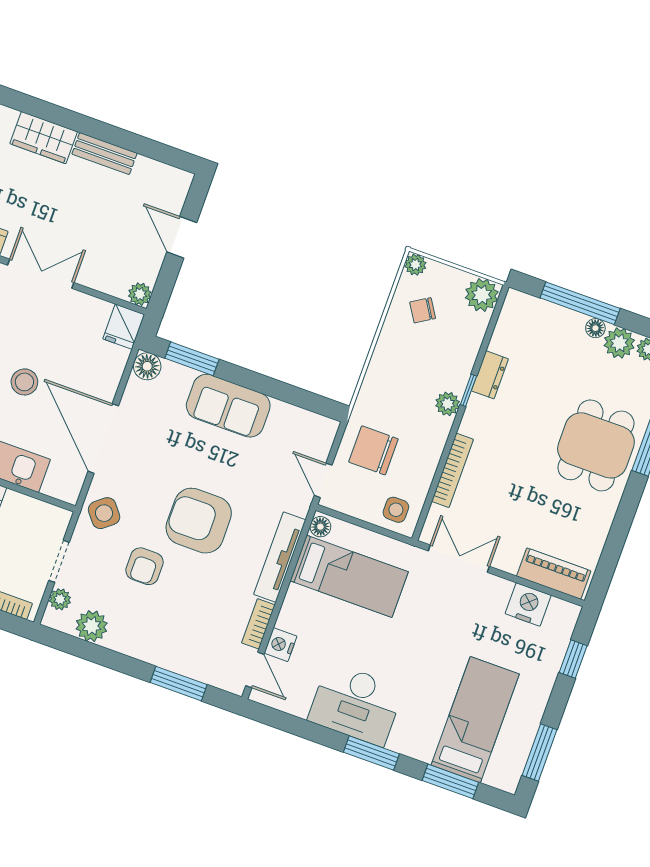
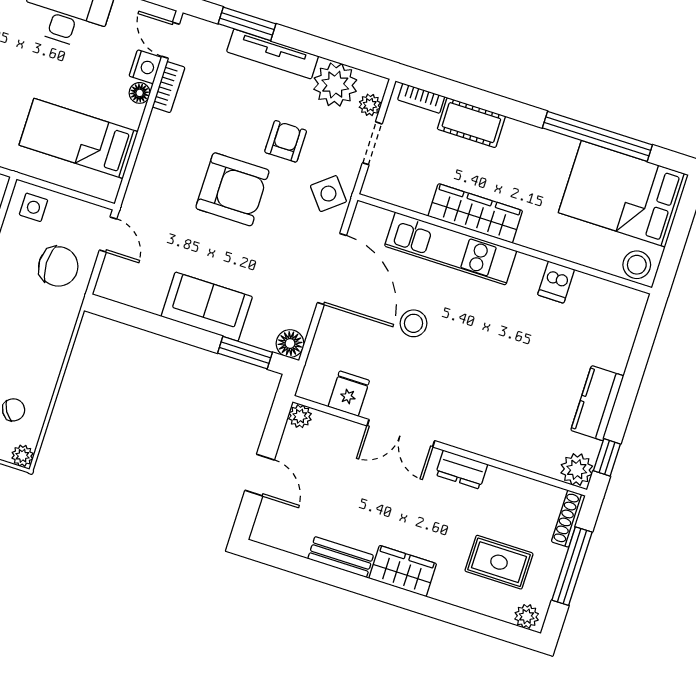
fridge: (124, 327) -> (349, 394), moved
floor lamp: (320, 527) -> (140, 93), moved
tv unit: (280, 557) -> (273, 54), moved, turned 90
plant: (92, 626) -> (335, 85), width x1.36, depth x1.36

